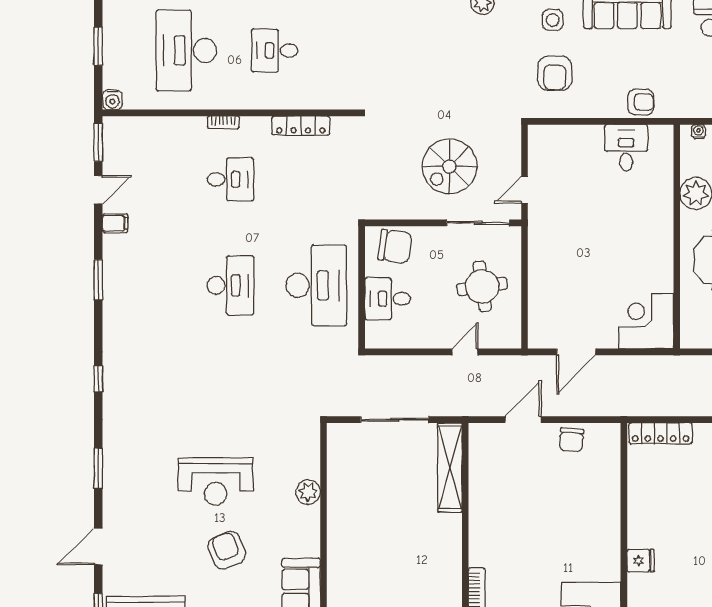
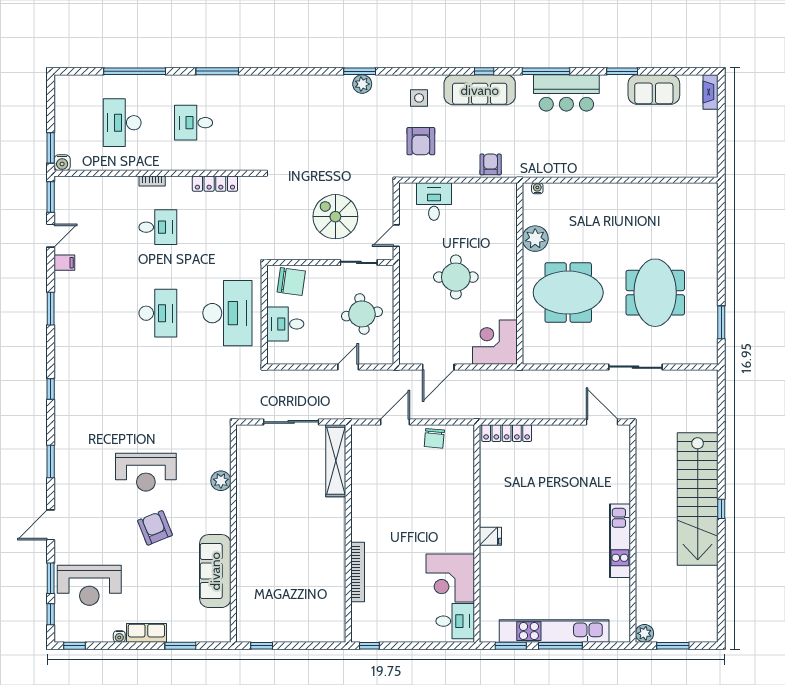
window: (98, 46) -> (51, 148), moved
desk: (186, 50) -> (122, 123), width x0.73, depth x0.77
armchair: (641, 102) -> (491, 164), turned -90
desk: (626, 148) -> (434, 202), moved
spiral stairs: (449, 166) -> (335, 217), turned 90
sliding door: (478, 223) -> (359, 262), width x0.73
round table: (598, 241) -> (456, 277), added

